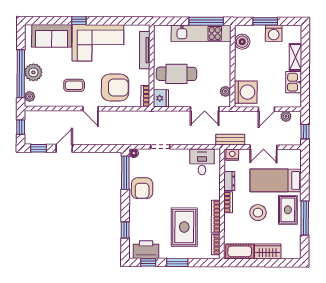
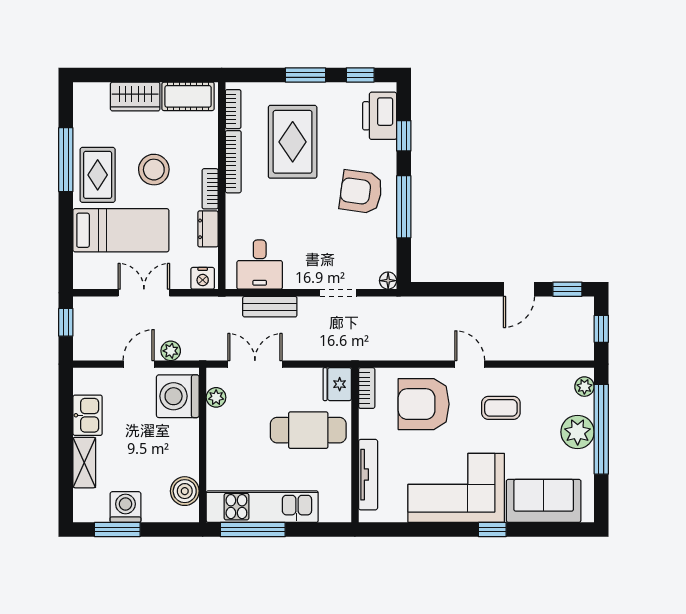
window: (265, 21) -> (117, 530), moved
plant: (286, 116) -> (171, 351), moved
bench: (230, 140) -> (270, 307), moved
window: (125, 173) -> (404, 207), moved
armchair: (142, 188) -> (361, 192), moved, turned -82
printer: (146, 250) -> (380, 116), moved, turned 90

